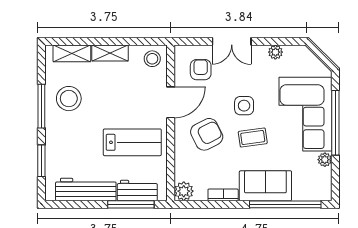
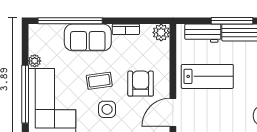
armchair: (207, 134) -> (141, 84), turned 117
lab bench: (132, 142) -> (207, 76), turned 180
window: (131, 204) -> (232, 21), moved

